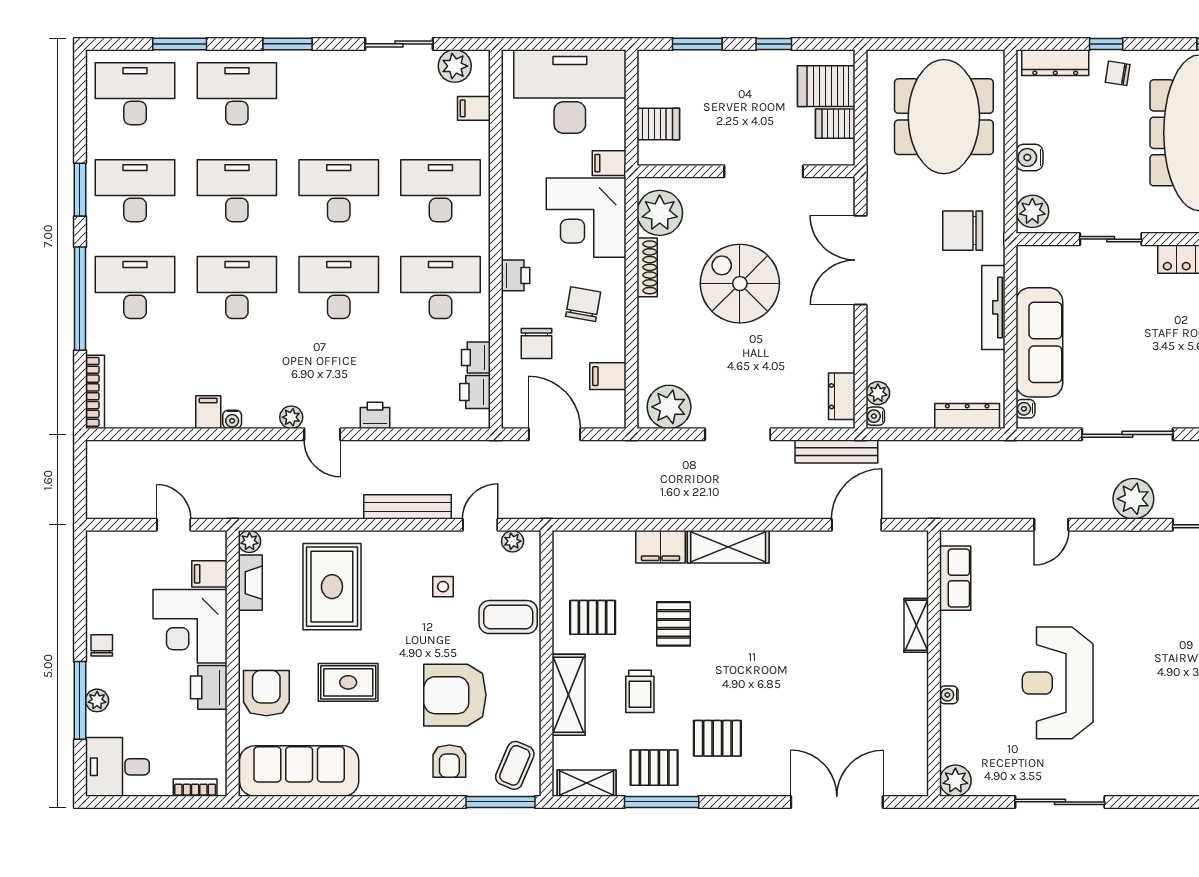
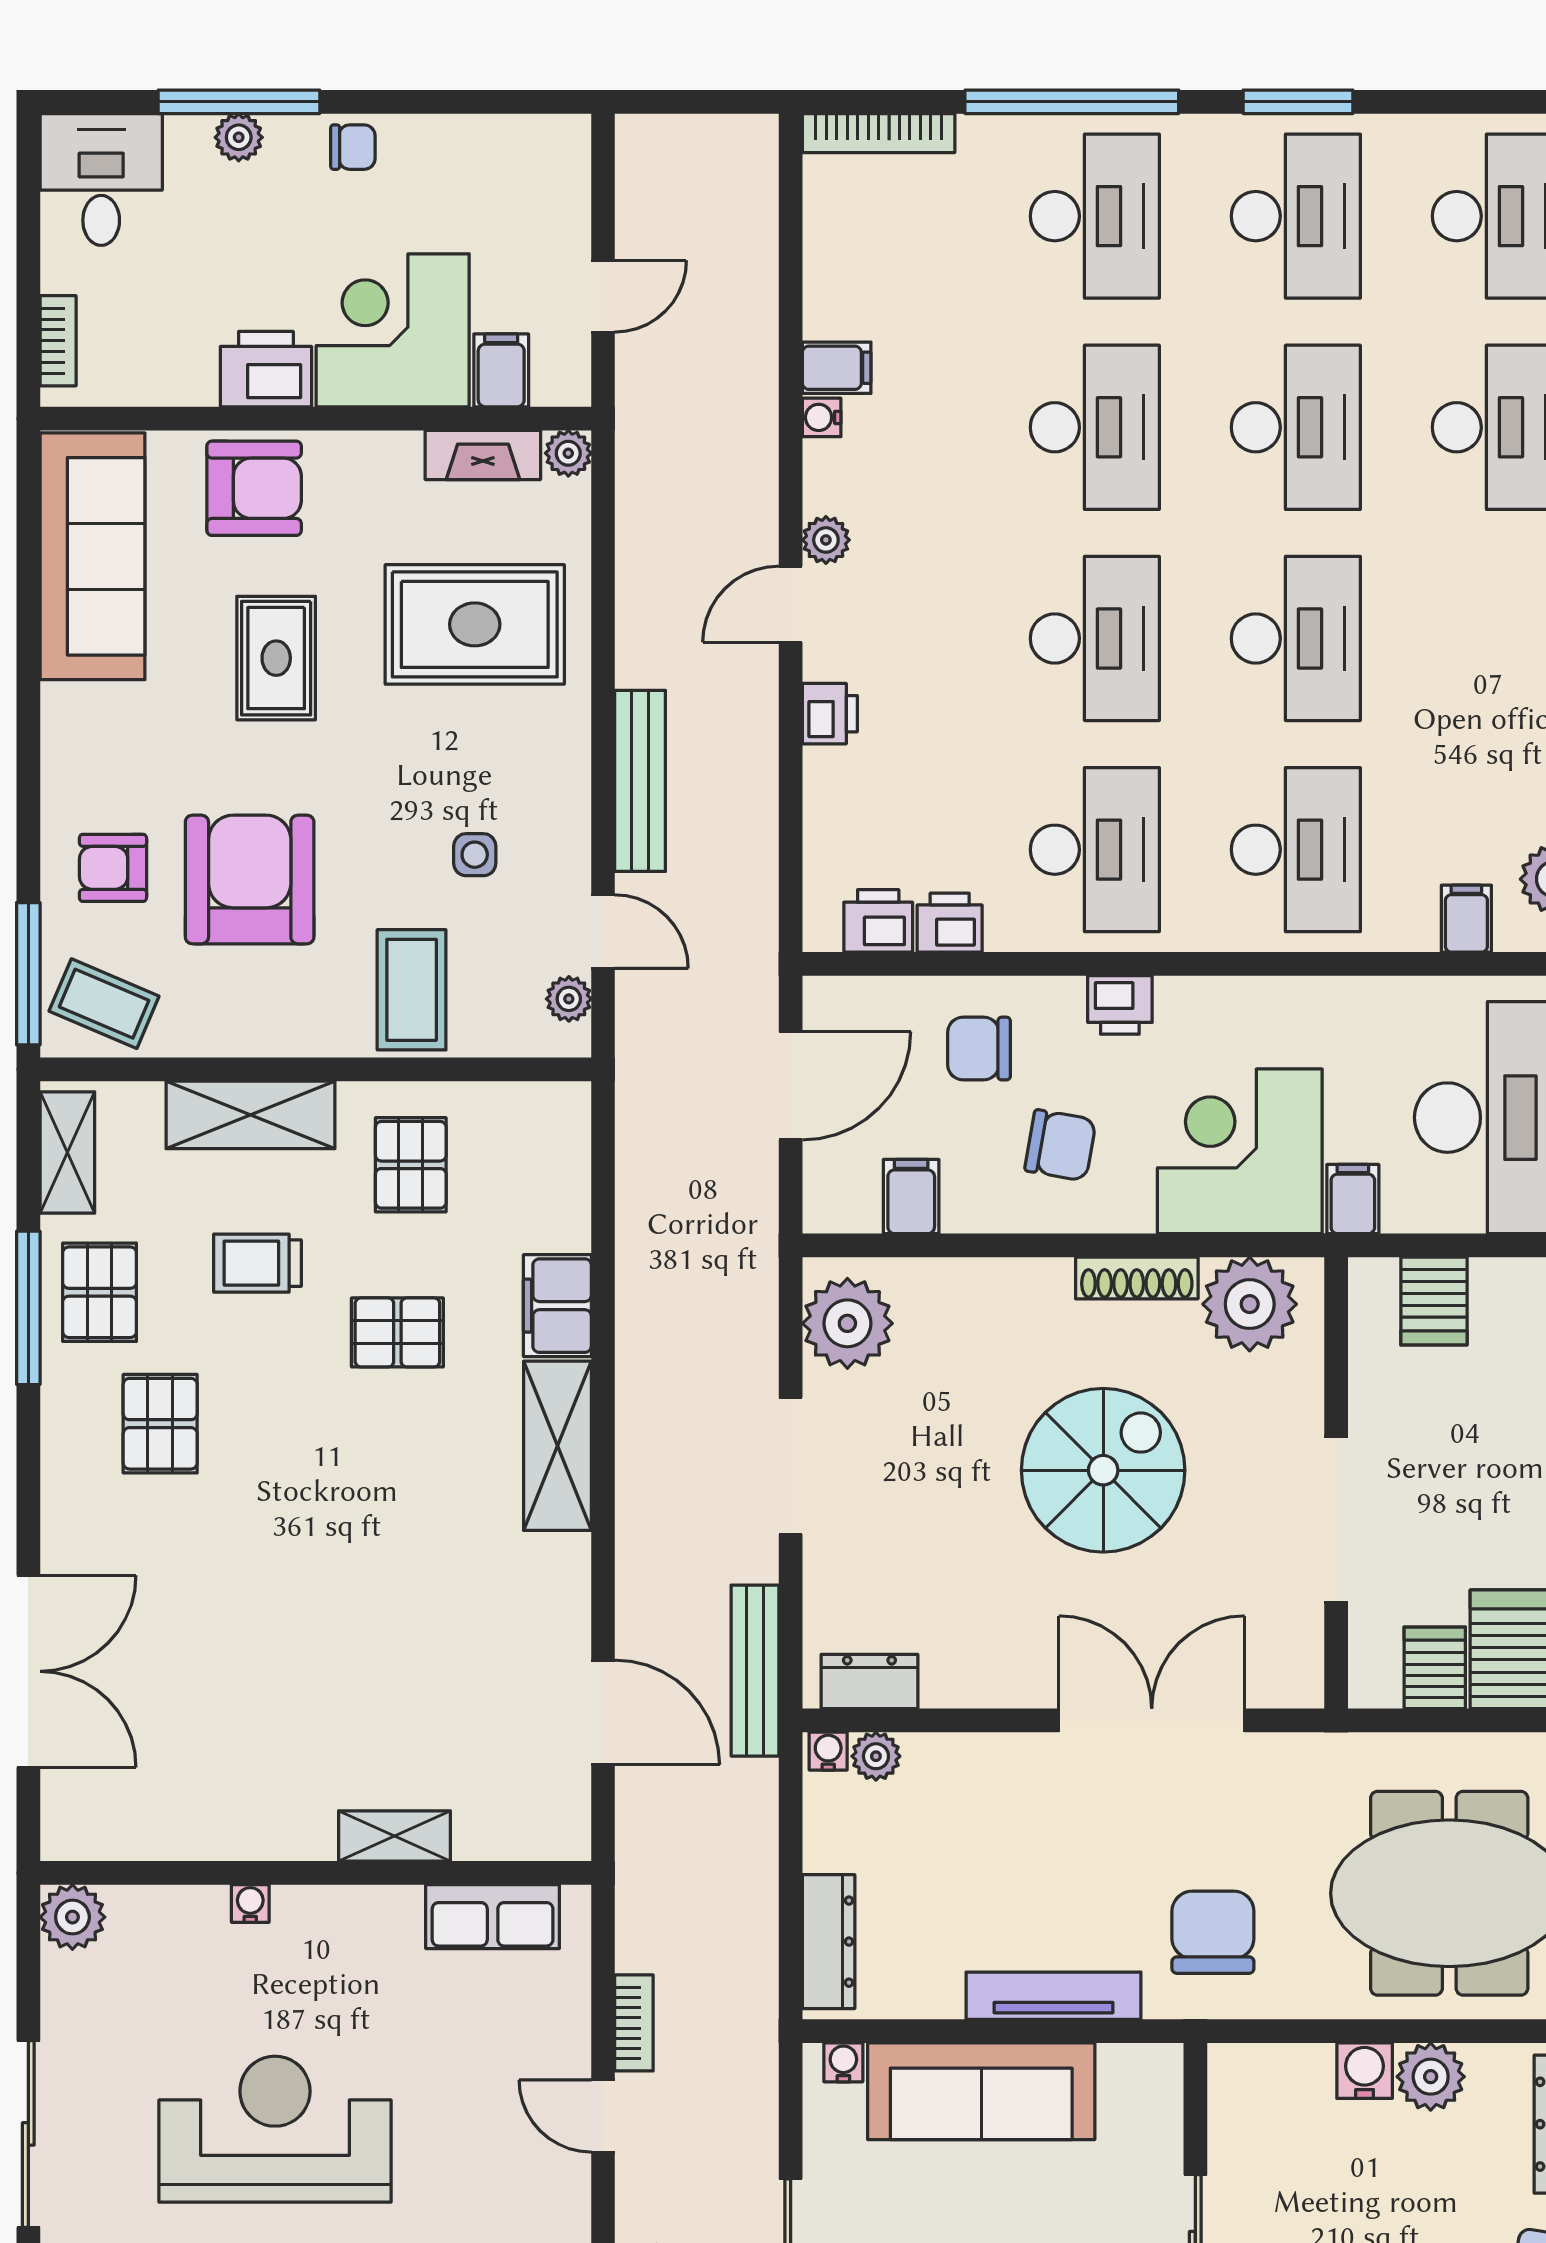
plant: (1032, 211) -> (1431, 2077), moved
bookcase: (1006, 510) -> (634, 2023), added

